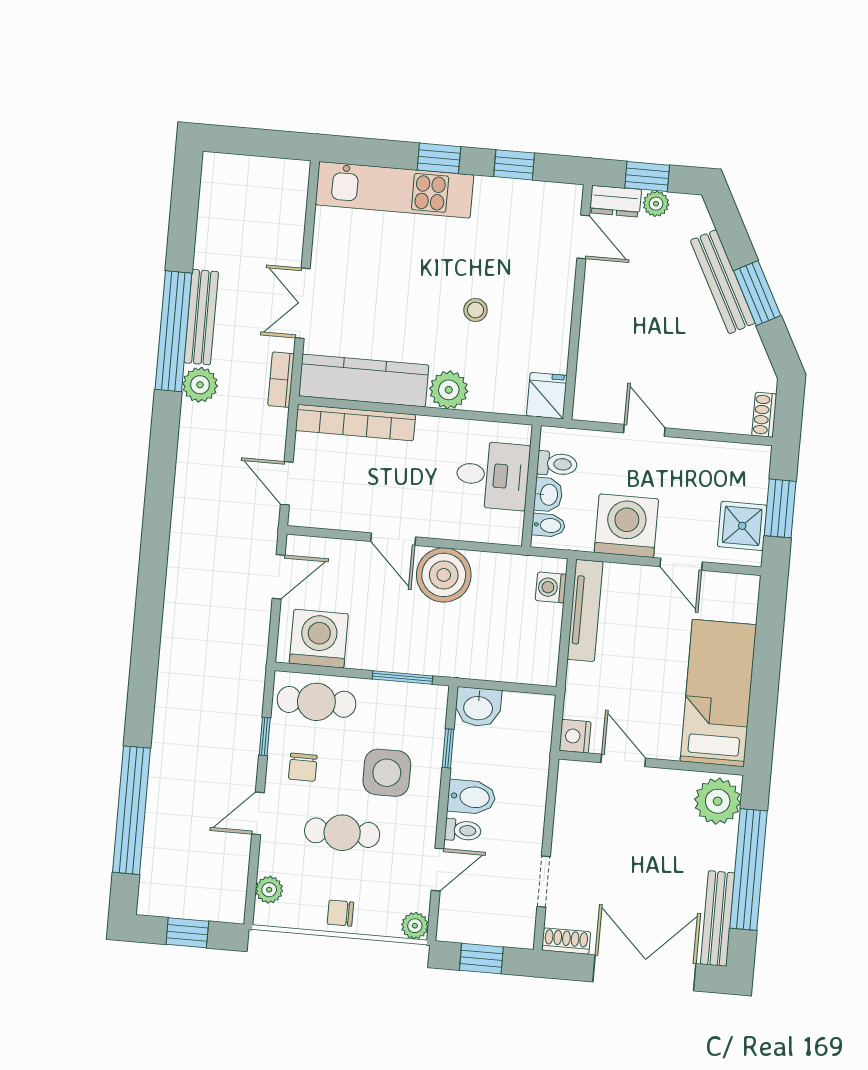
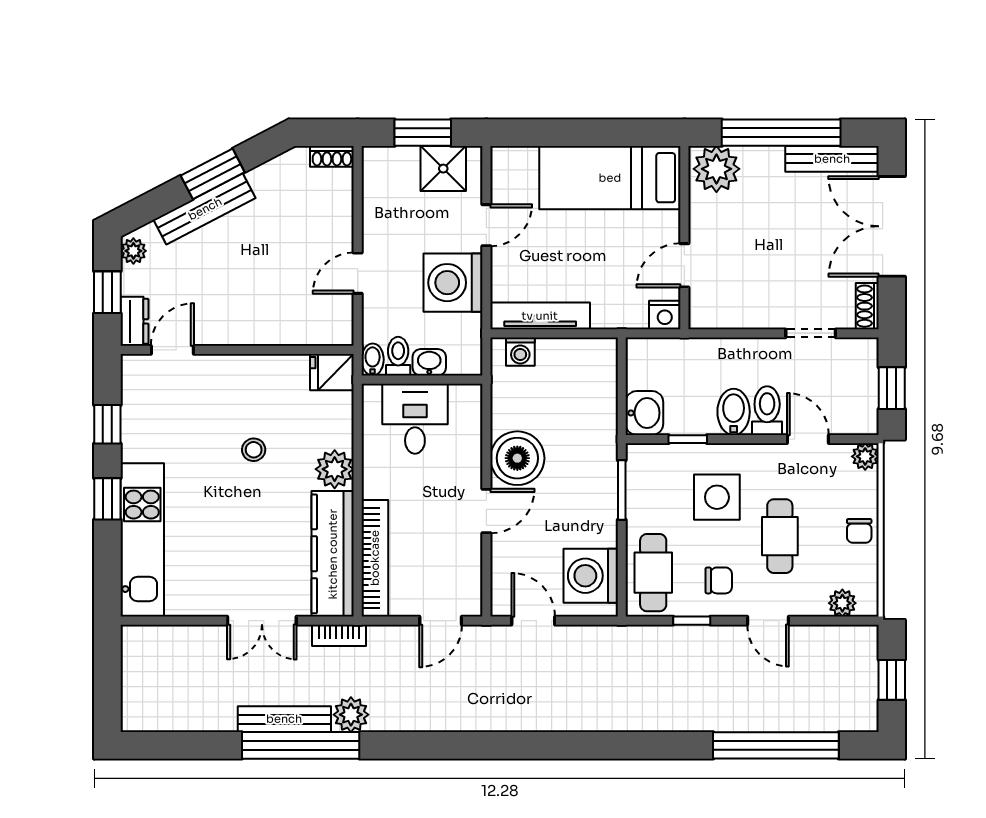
plant: (656, 204) -> (133, 251), moved
bidet: (548, 525) -> (373, 360), moved
toilet: (463, 830) -> (767, 411), width x1.37, depth x1.39

